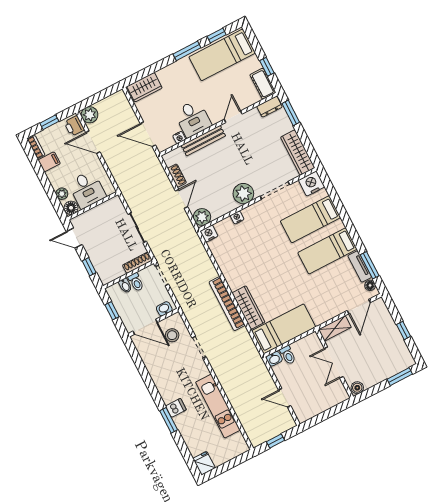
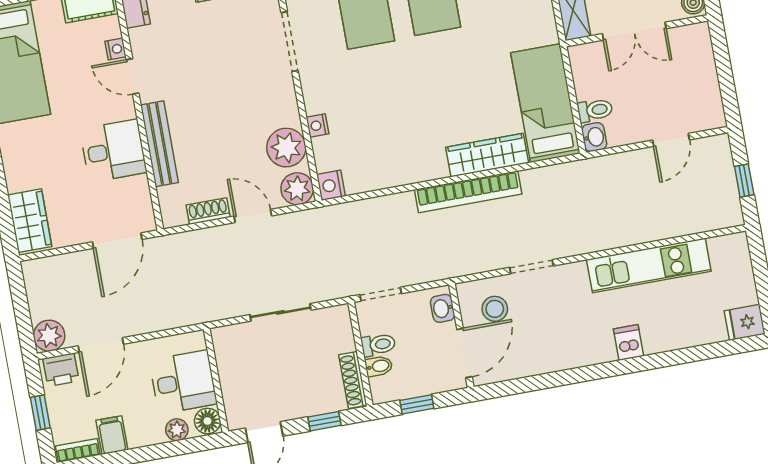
nightstand: (179, 137) -> (116, 49), moved
plant: (243, 194) -> (286, 148), moved
shoe rack: (137, 263) -> (353, 380), moved
window: (169, 420) -> (647, 363), removed

